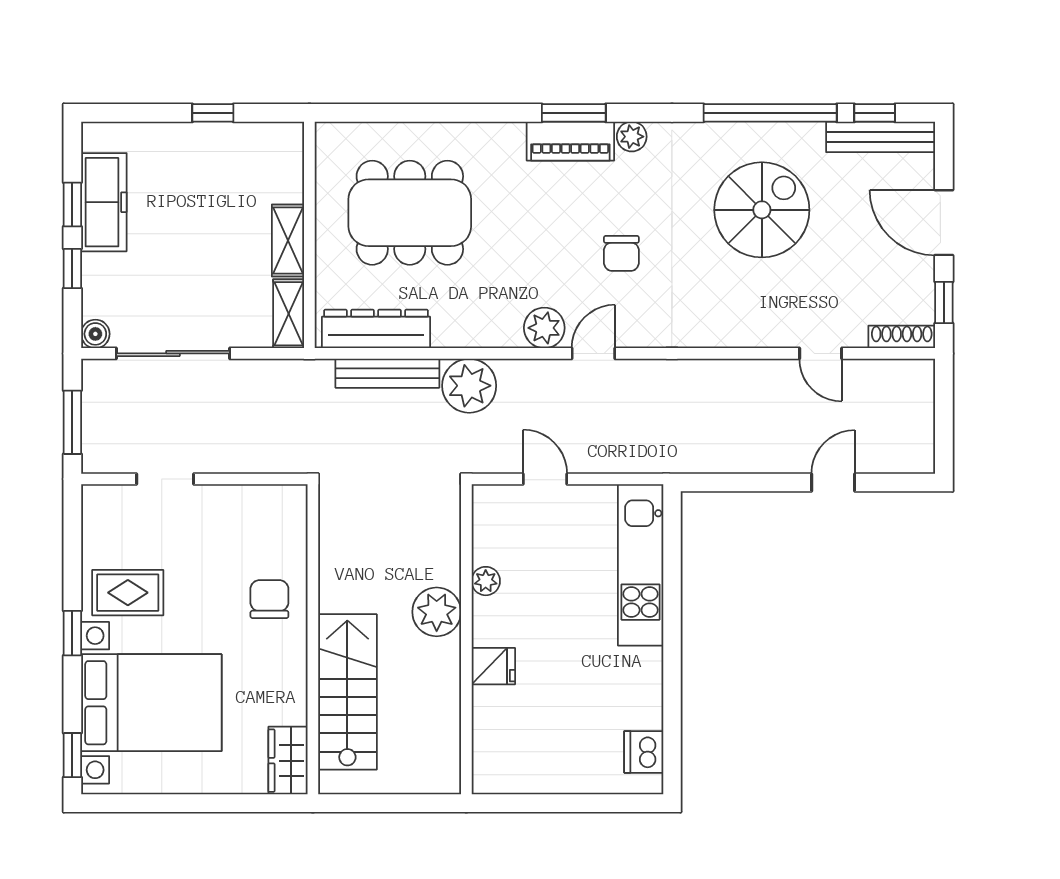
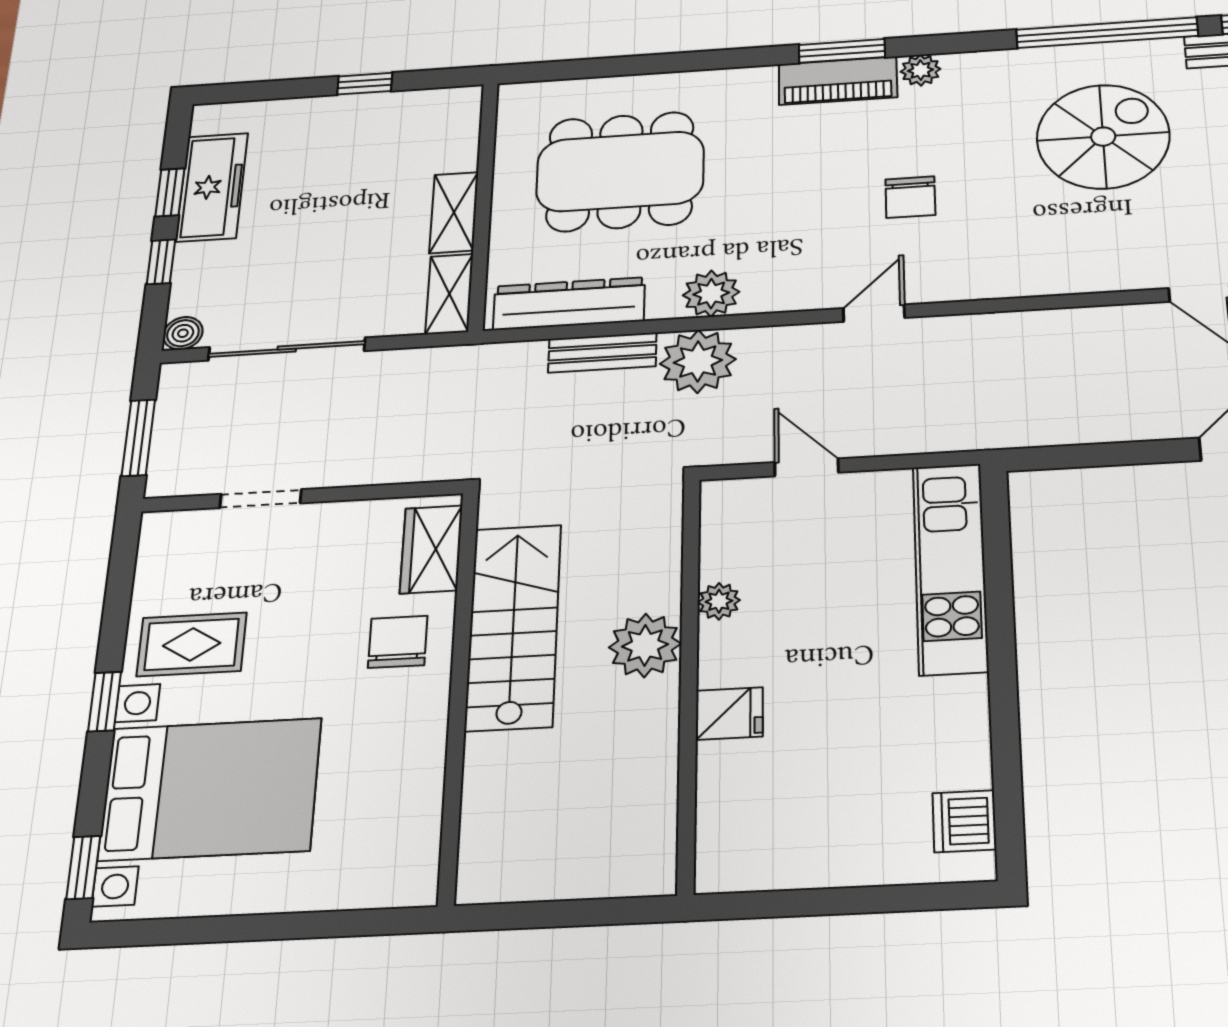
plant: (544, 328) -> (711, 294), moved
bench: (387, 373) -> (602, 353), width x0.73
stairs: (347, 692) -> (513, 627), moved
wardrobe: (288, 761) -> (431, 549), moved

